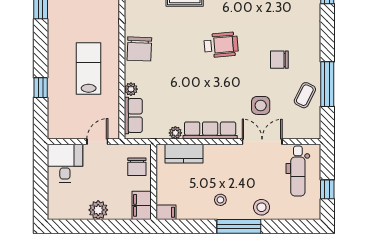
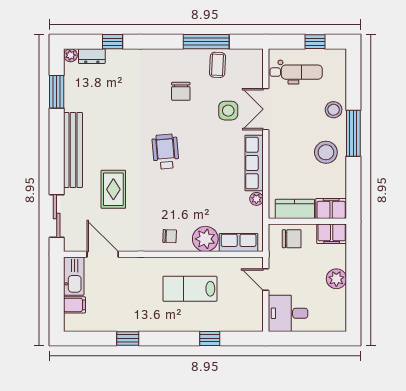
chair: (139, 49) -> (170, 236), width x0.54, depth x0.54
plant: (131, 89) -> (205, 239), width x1.88, depth x1.88
coffee table: (305, 95) -> (218, 65), turned 66
kitchen counter: (184, 154) -> (295, 209), moved, turned -90
stool: (220, 200) -> (326, 152), width x1.89, depth x1.89
filing cabinet: (166, 212) -> (331, 209), width x2.00

